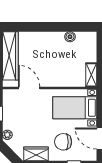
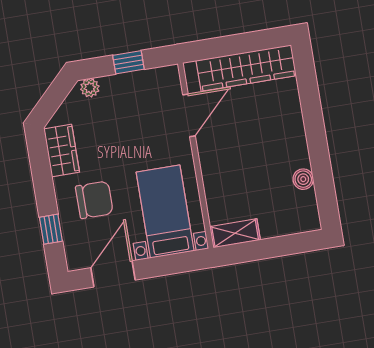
chair: (63, 142) -> (94, 200), turned 90

